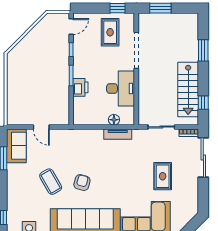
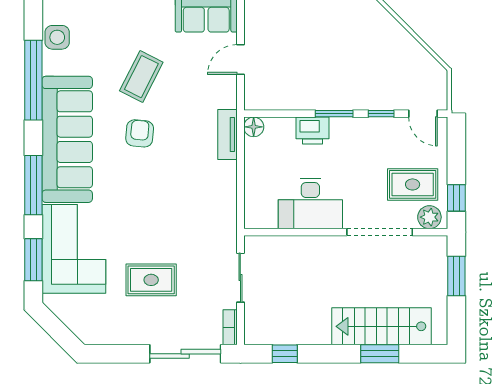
plant: (128, 23) -> (429, 217), added
stairs: (188, 90) -> (382, 326), moved
floor lamp: (114, 120) -> (254, 127), moved
tv unit: (118, 134) -> (228, 134), moved
coffee table: (51, 182) -> (141, 77), turned -33
armchair: (82, 183) -> (140, 133), turned -100

